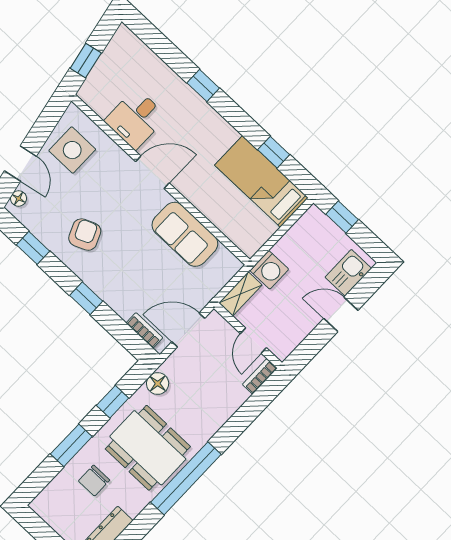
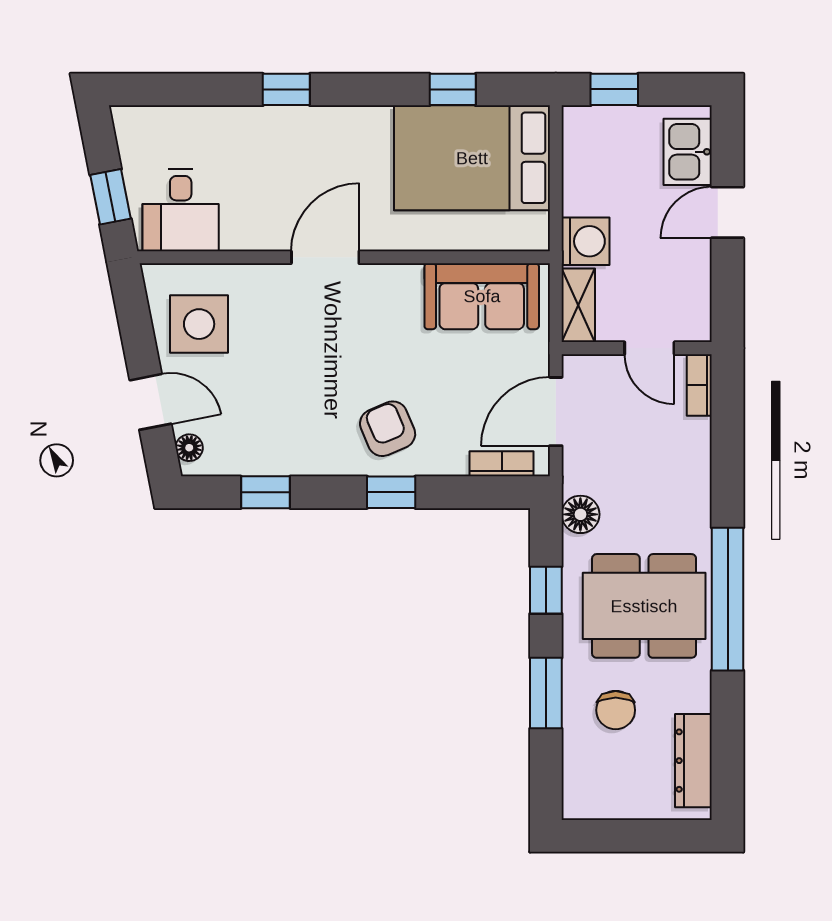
desk: (136, 119) -> (181, 210), moved
bed: (262, 181) -> (472, 158), width x1.50
sofa: (185, 234) -> (482, 296), moved
armchair: (85, 235) -> (388, 429), moved

